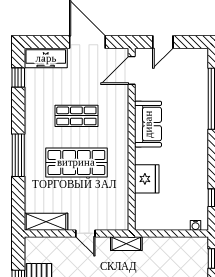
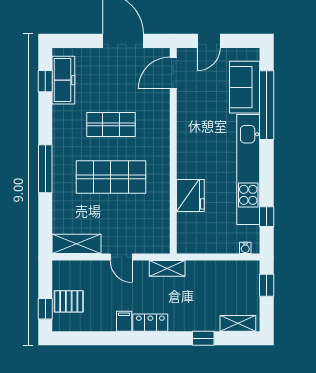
freezer: (46, 58) -> (63, 80), moved, turned -90
sofa: (148, 124) -> (245, 87), moved, turned 180
kitchen unit: (198, 156) -> (248, 170), added

